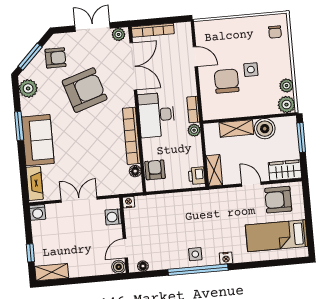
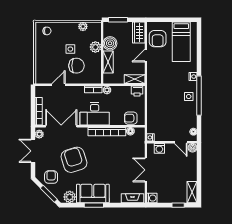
chair: (227, 81) -> (76, 66), turned 180
plant: (286, 105) -> (95, 47), moved
sofa: (38, 140) -> (93, 194), moved

